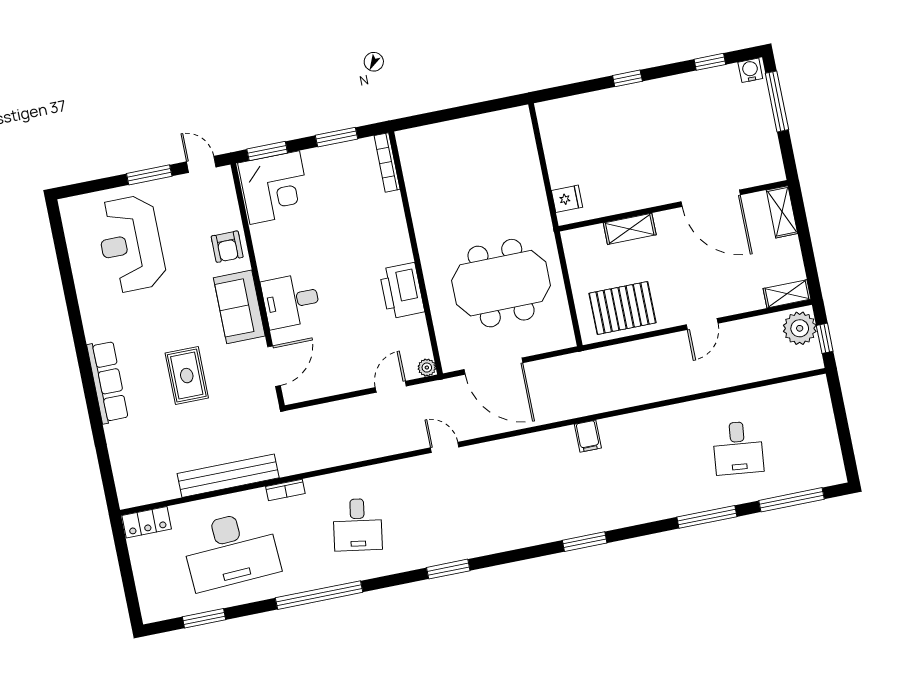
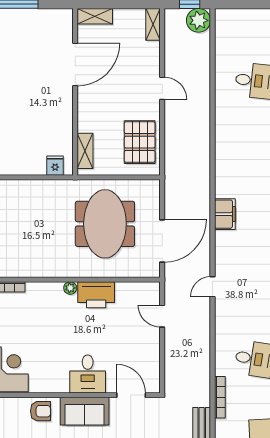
shelving: (630, 229) -> (85, 151), moved
plant: (800, 328) -> (199, 20), moved
plant: (427, 368) -> (70, 288), moved
filing cabinet: (588, 436) -> (225, 214), moved, width x2.00
bookcase: (285, 490) -> (220, 397), width x1.56

